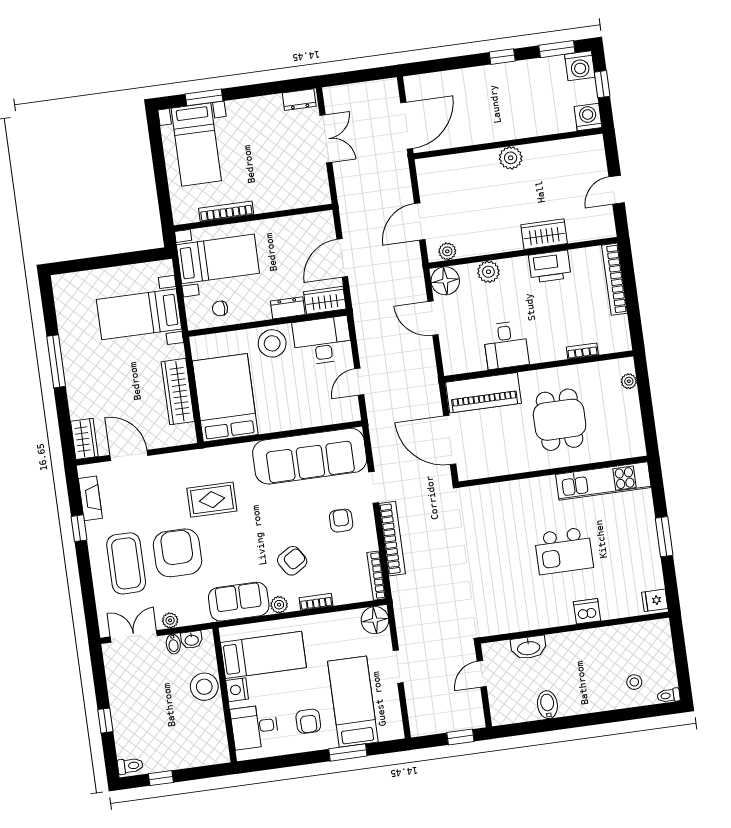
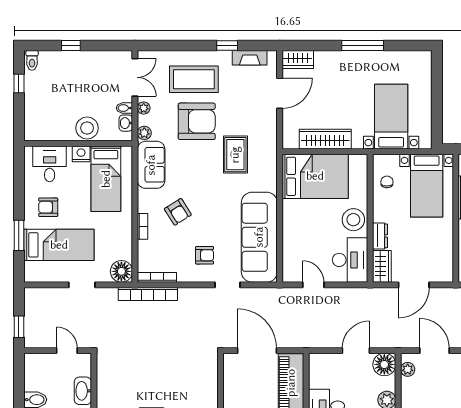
door: (342, 258) -> (414, 285), swing flipped
door: (450, 440) -> (257, 351), hinge flipped
bookcase: (392, 539) -> (148, 294), moved
plant: (279, 605) -> (144, 133), moved

